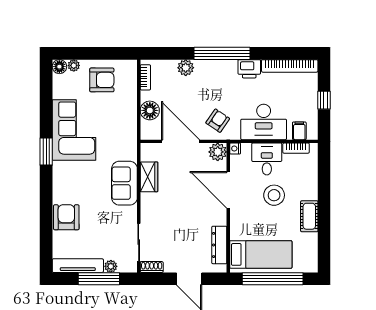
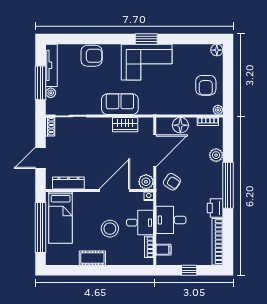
plant: (74, 65) -> (218, 110), moved
desk: (264, 122) -> (171, 220), width x0.73
corner sofa: (74, 130) -> (147, 62), moved

